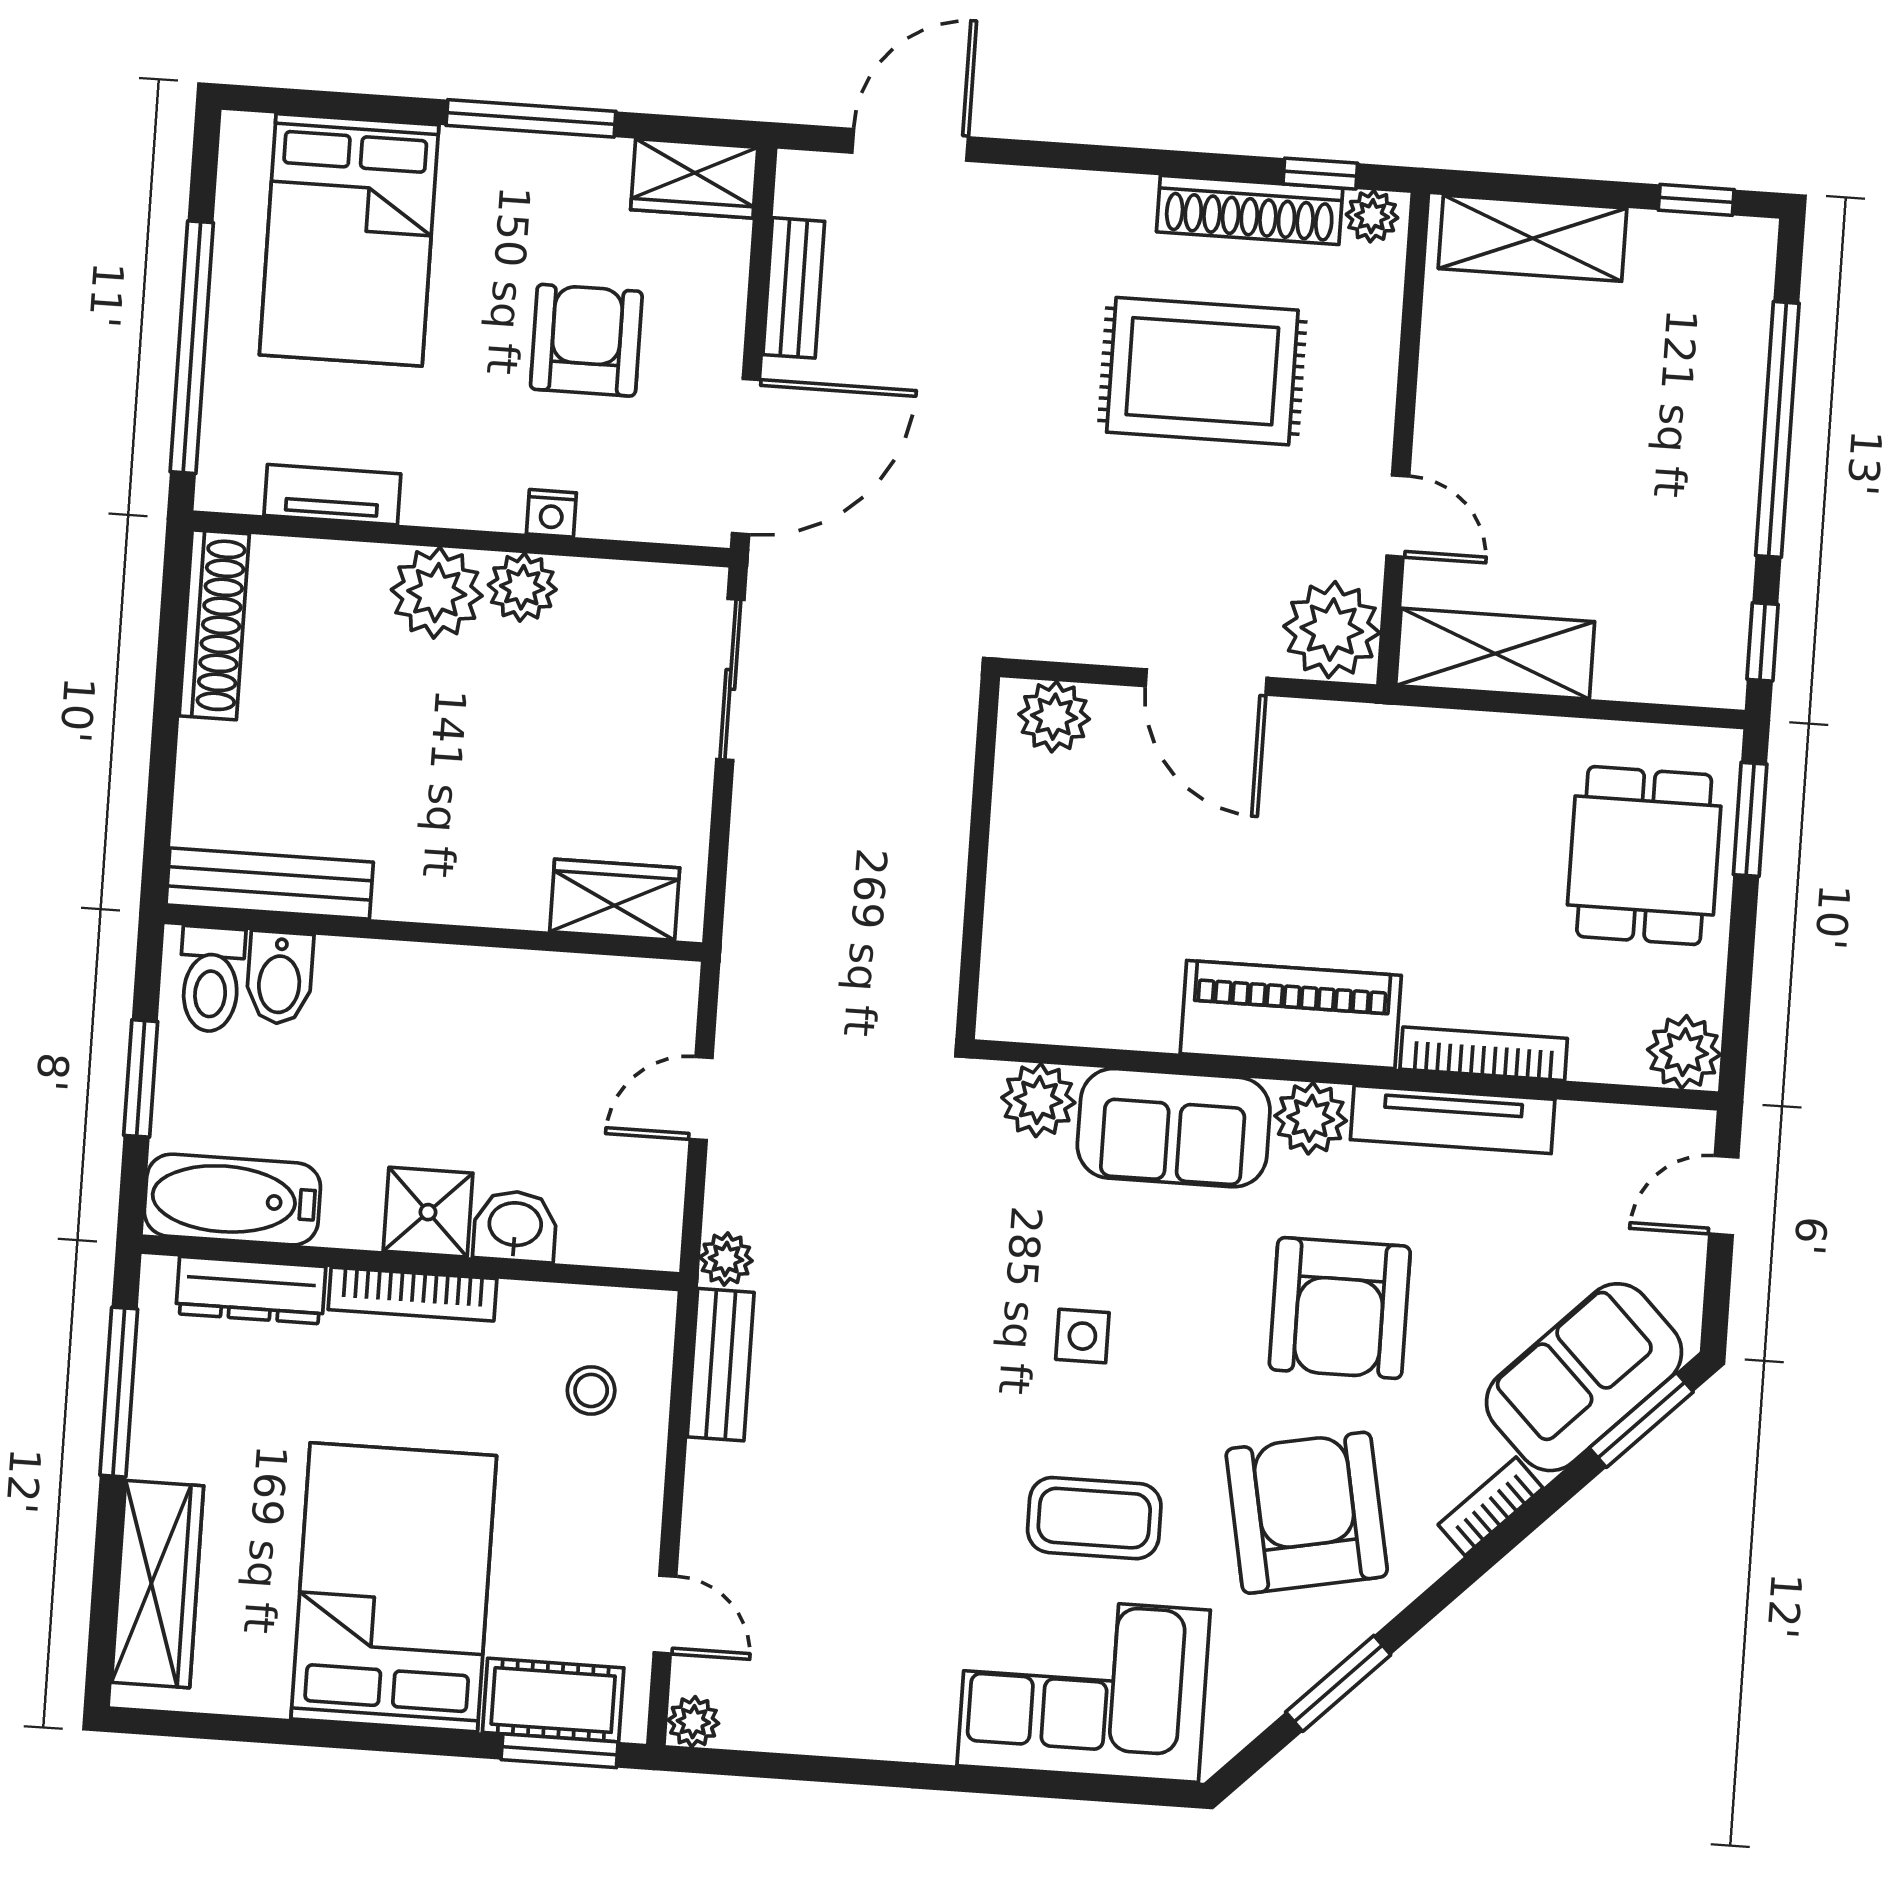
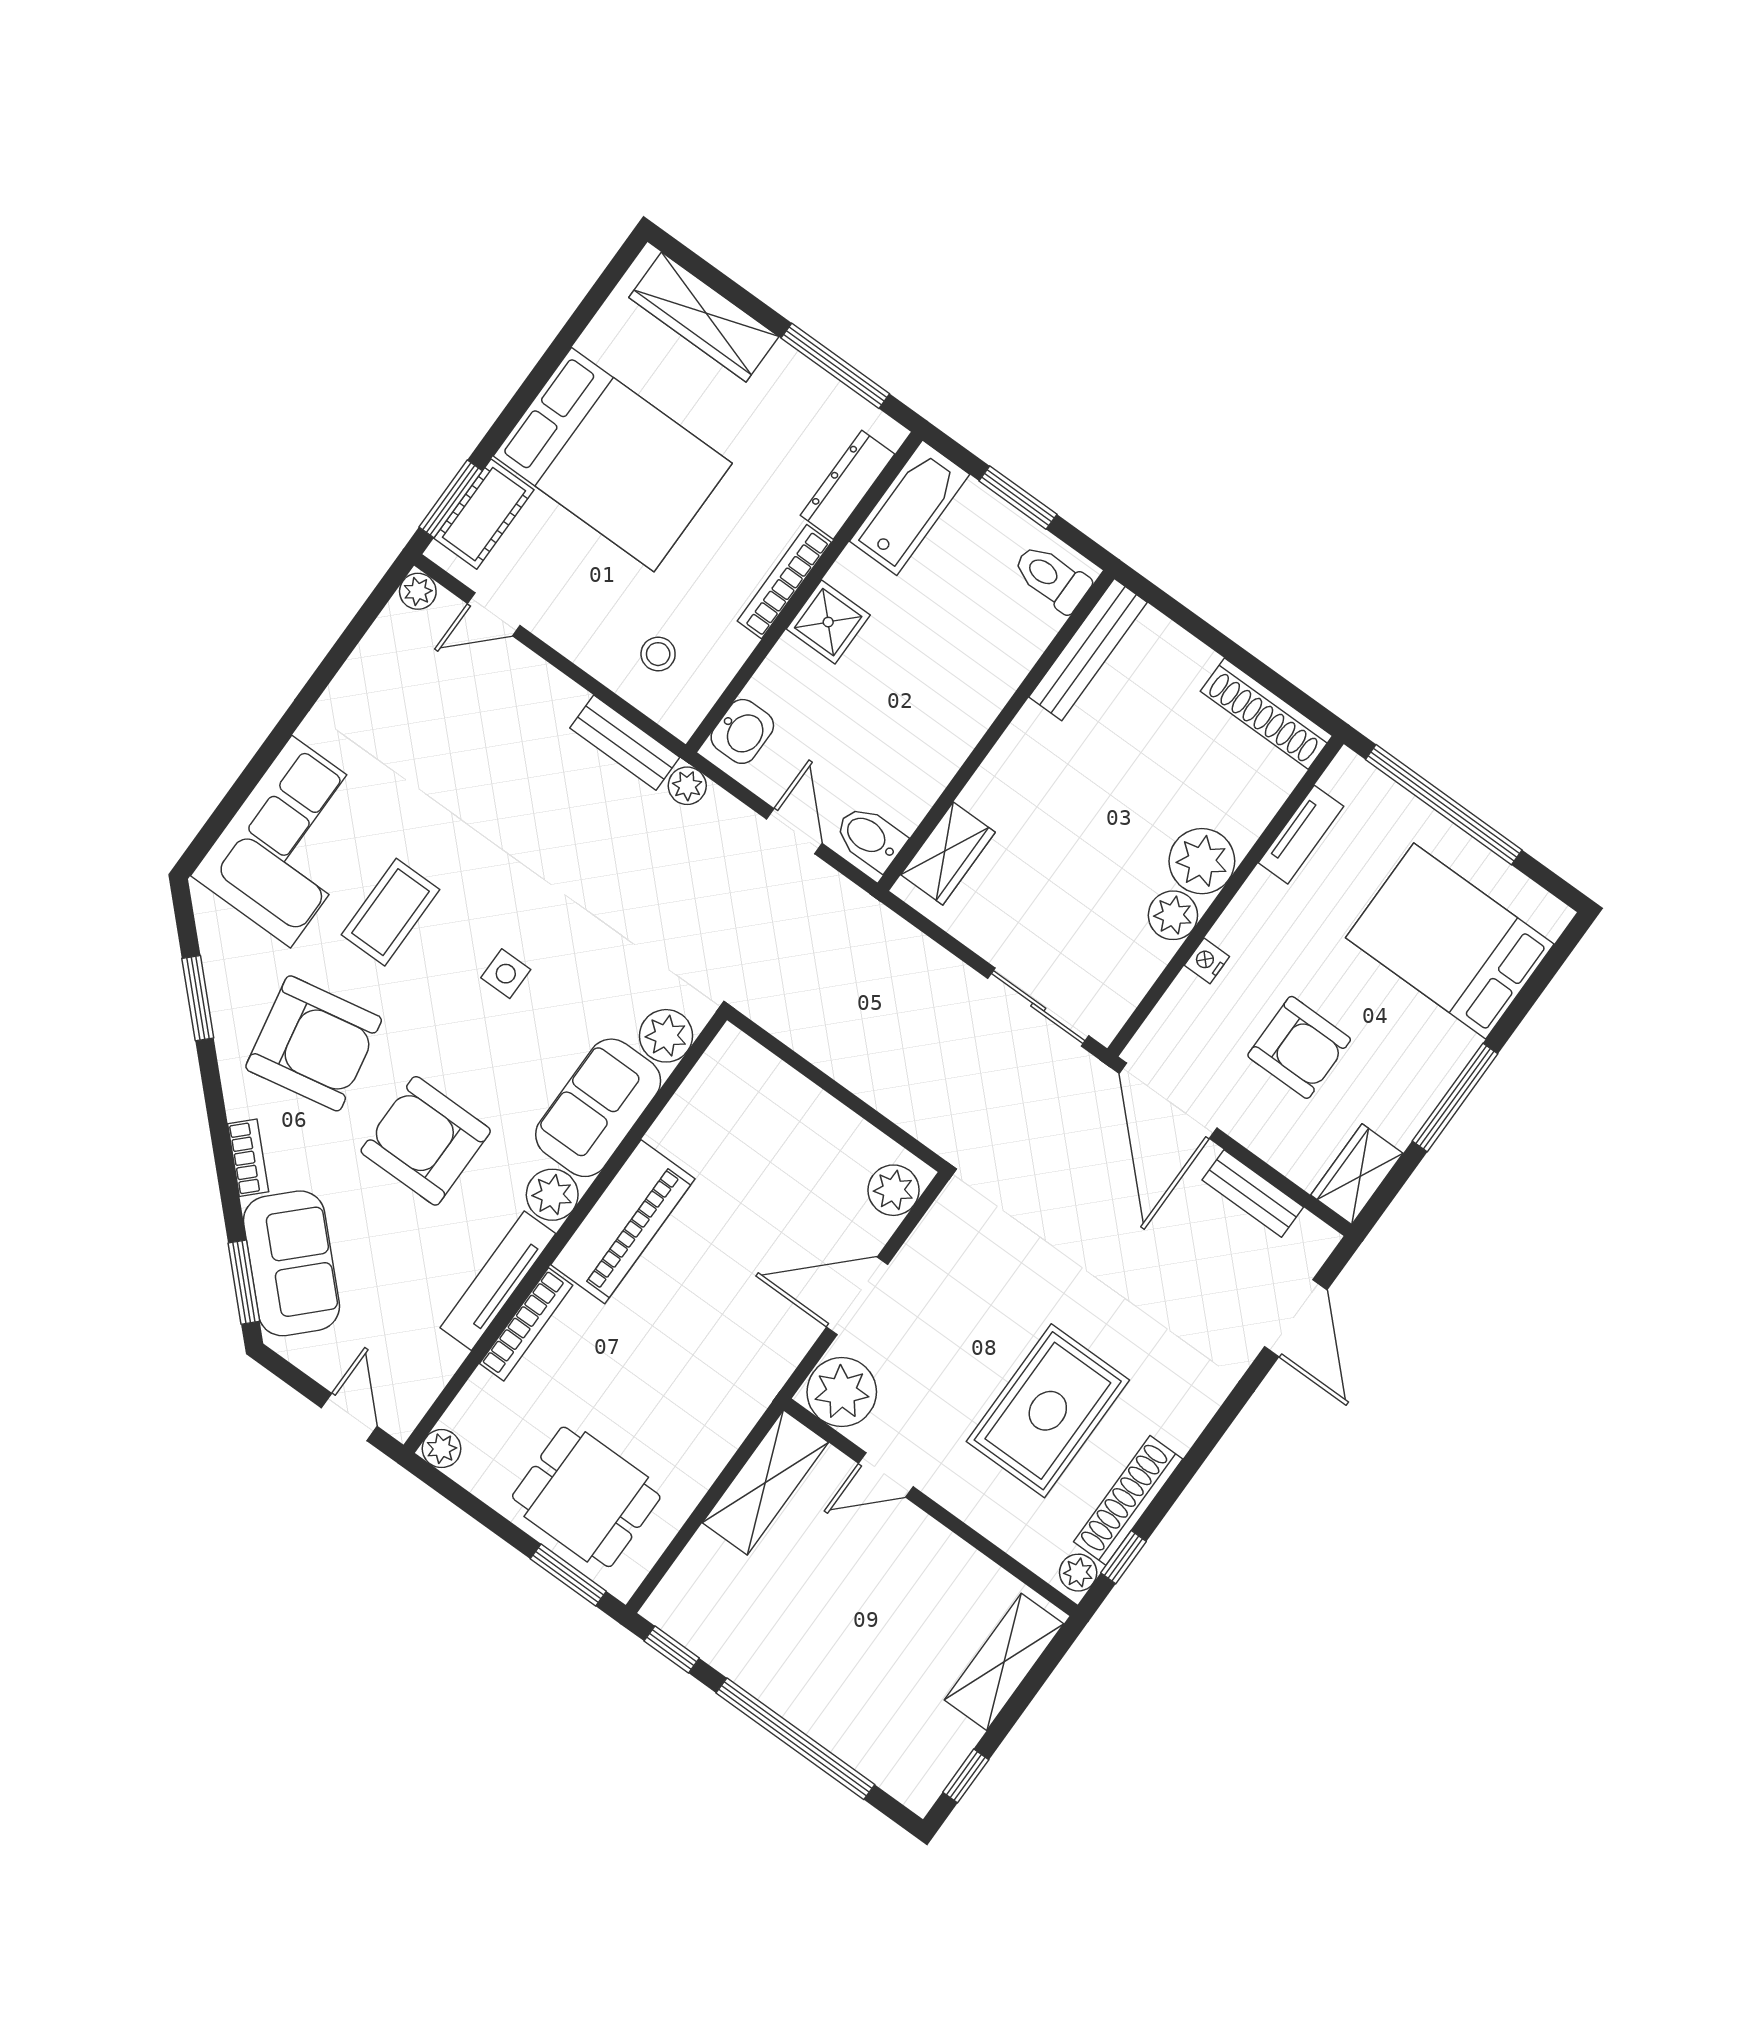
bidet: (280, 978) -> (870, 838), moved
plant: (1684, 1052) -> (442, 1449), width x0.73, depth x0.73
washbasin: (515, 1226) -> (742, 731), moved

